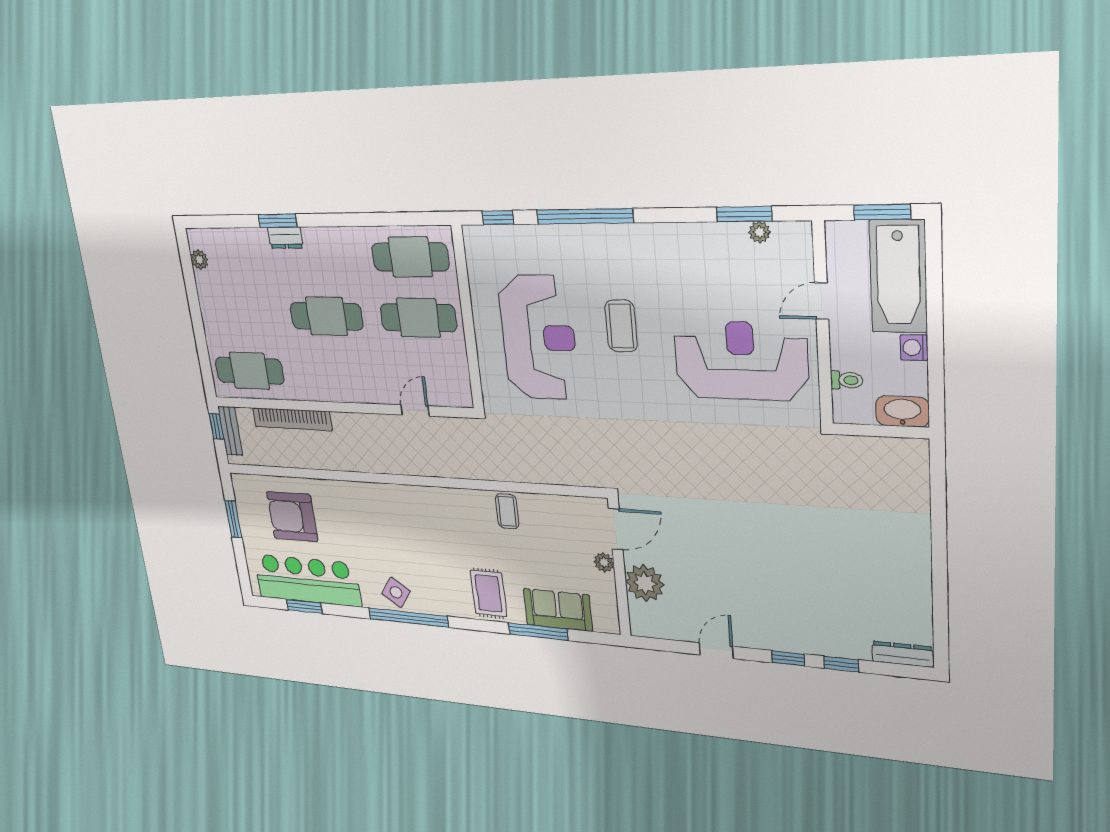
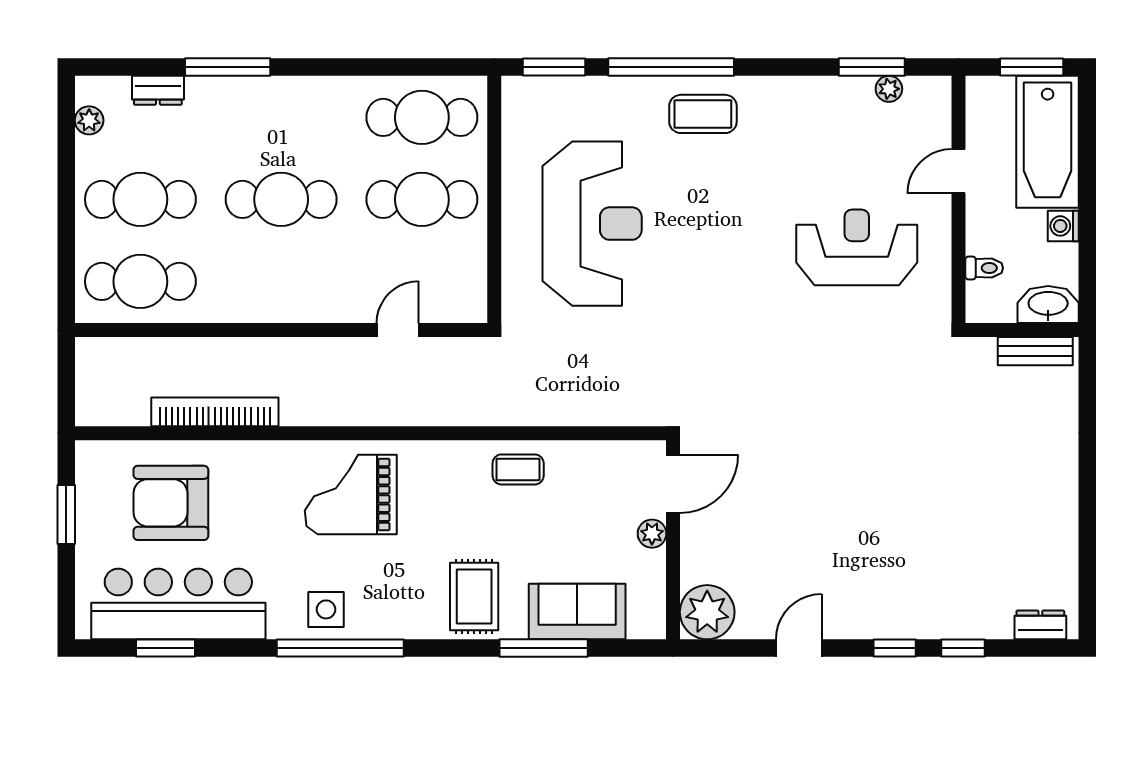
window: (498, 218) -> (554, 67), width x1.50
window: (278, 221) -> (228, 67), width x1.44
dresser: (285, 238) -> (158, 90), moved
cafe table: (240, 315) -> (140, 199), added
coffee table: (621, 326) -> (703, 114), moved, turned 90
reception desk: (741, 361) -> (857, 247), width x0.74, depth x0.77
bookcase: (292, 419) -> (215, 412), moved, turned 180
window: (216, 426) -> (66, 368), removed
bench: (230, 431) -> (1035, 351), moved, turned 90
coffee table: (507, 511) -> (518, 469), turned 90
grand piano: (401, 520) -> (351, 494), added
plant: (645, 583) -> (707, 612), moved
side table: (396, 592) -> (326, 609), turned -35
dresser: (903, 654) -> (1040, 625), width x0.70

